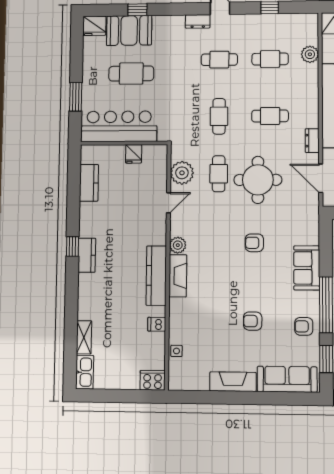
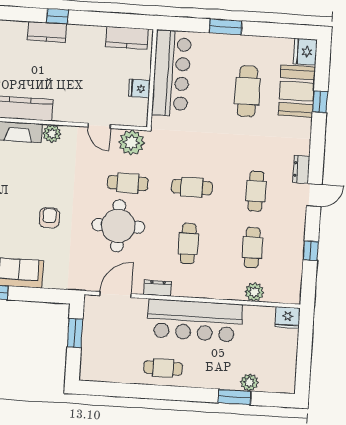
bar counter: (119, 126) -> (171, 73), moved
wall: (124, 143) -> (152, 78), moved
fridge: (134, 154) -> (139, 88), moved

